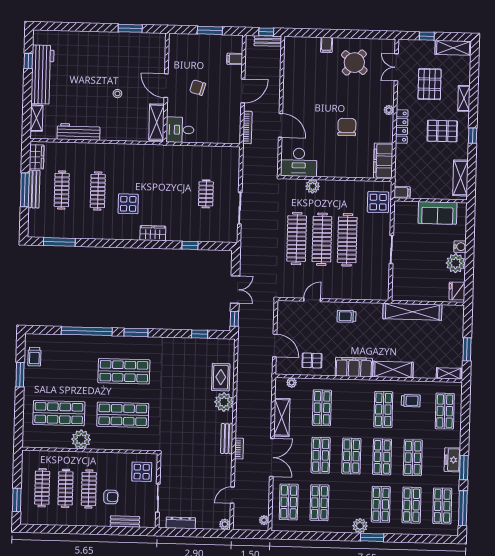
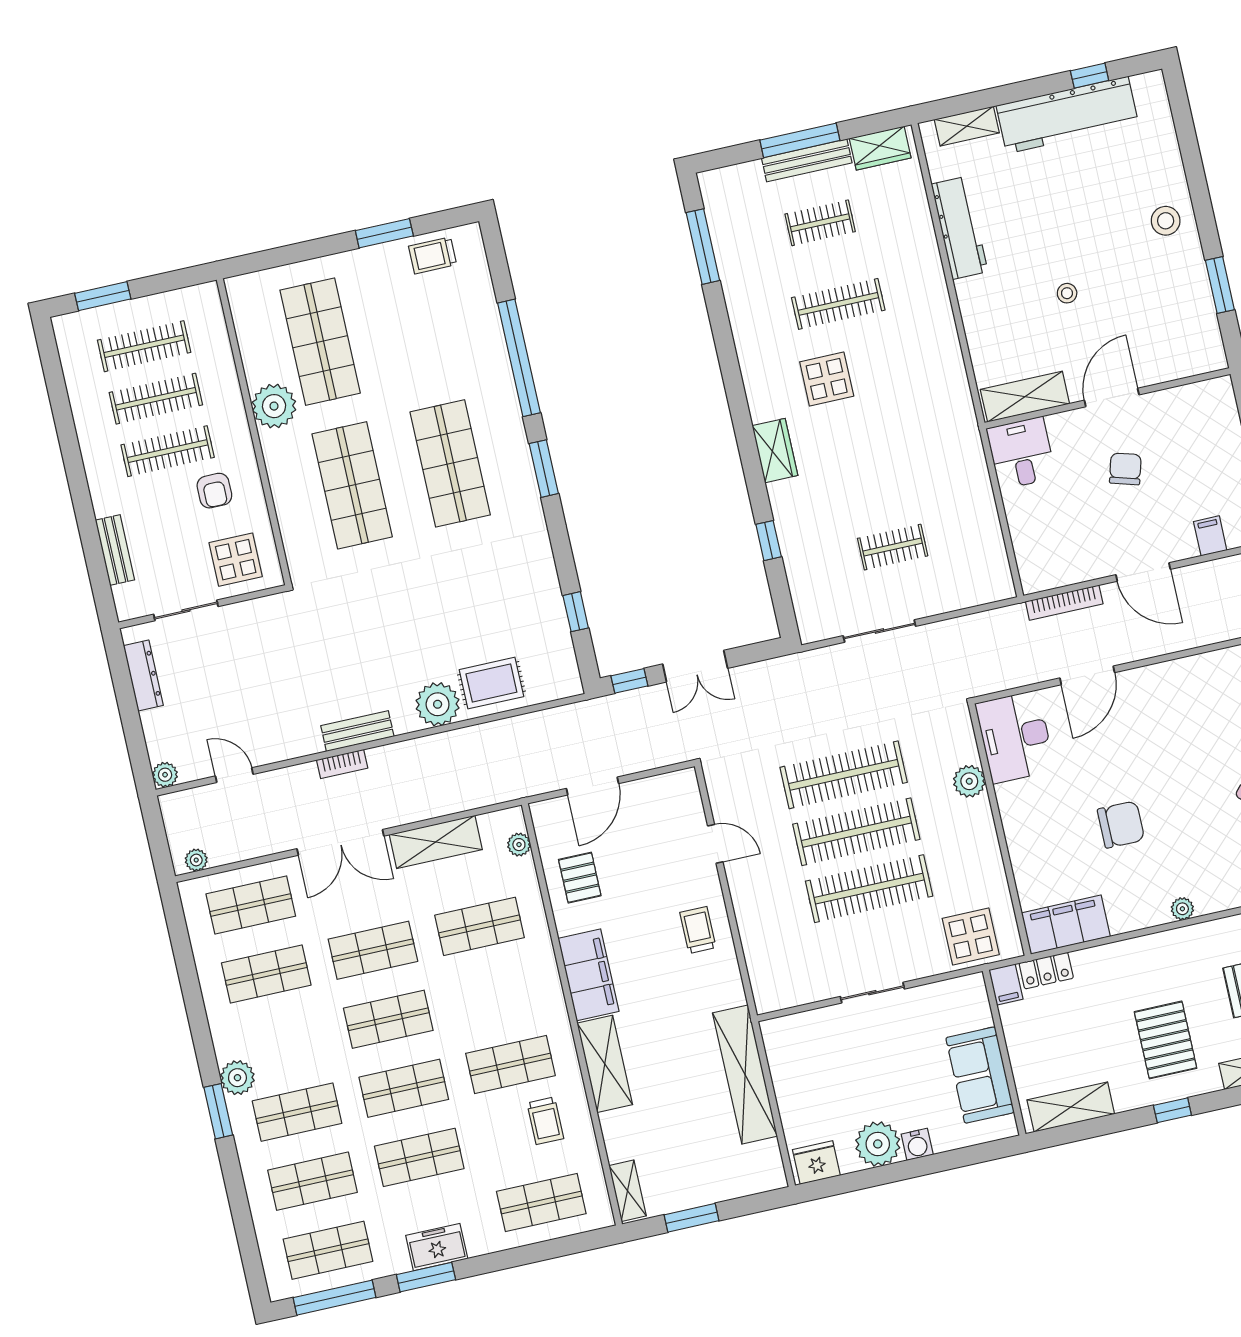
stool: (97, 44) -> (1166, 221), added
locker: (402, 127) -> (1046, 971), moved, width x0.66
clothes rail: (62, 190) -> (820, 223), width x0.73
armchair: (111, 497) -> (214, 491), moved

